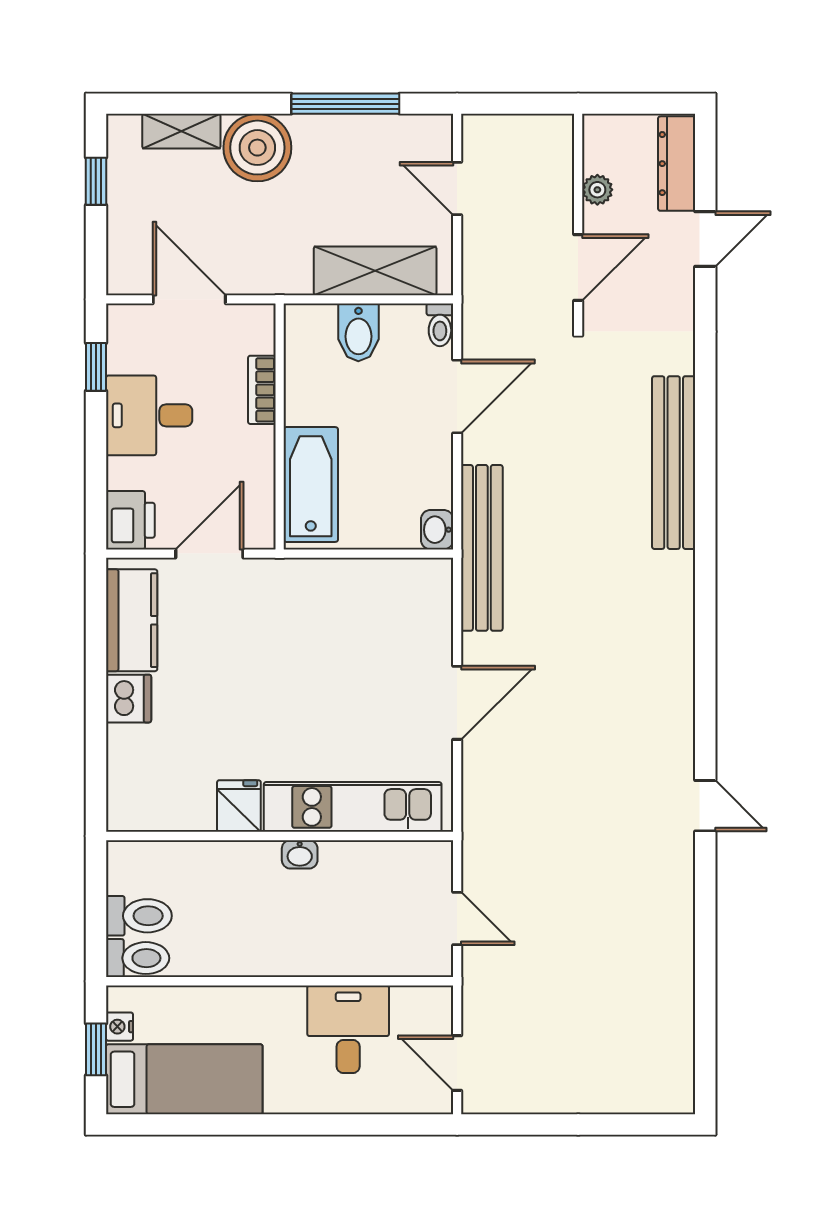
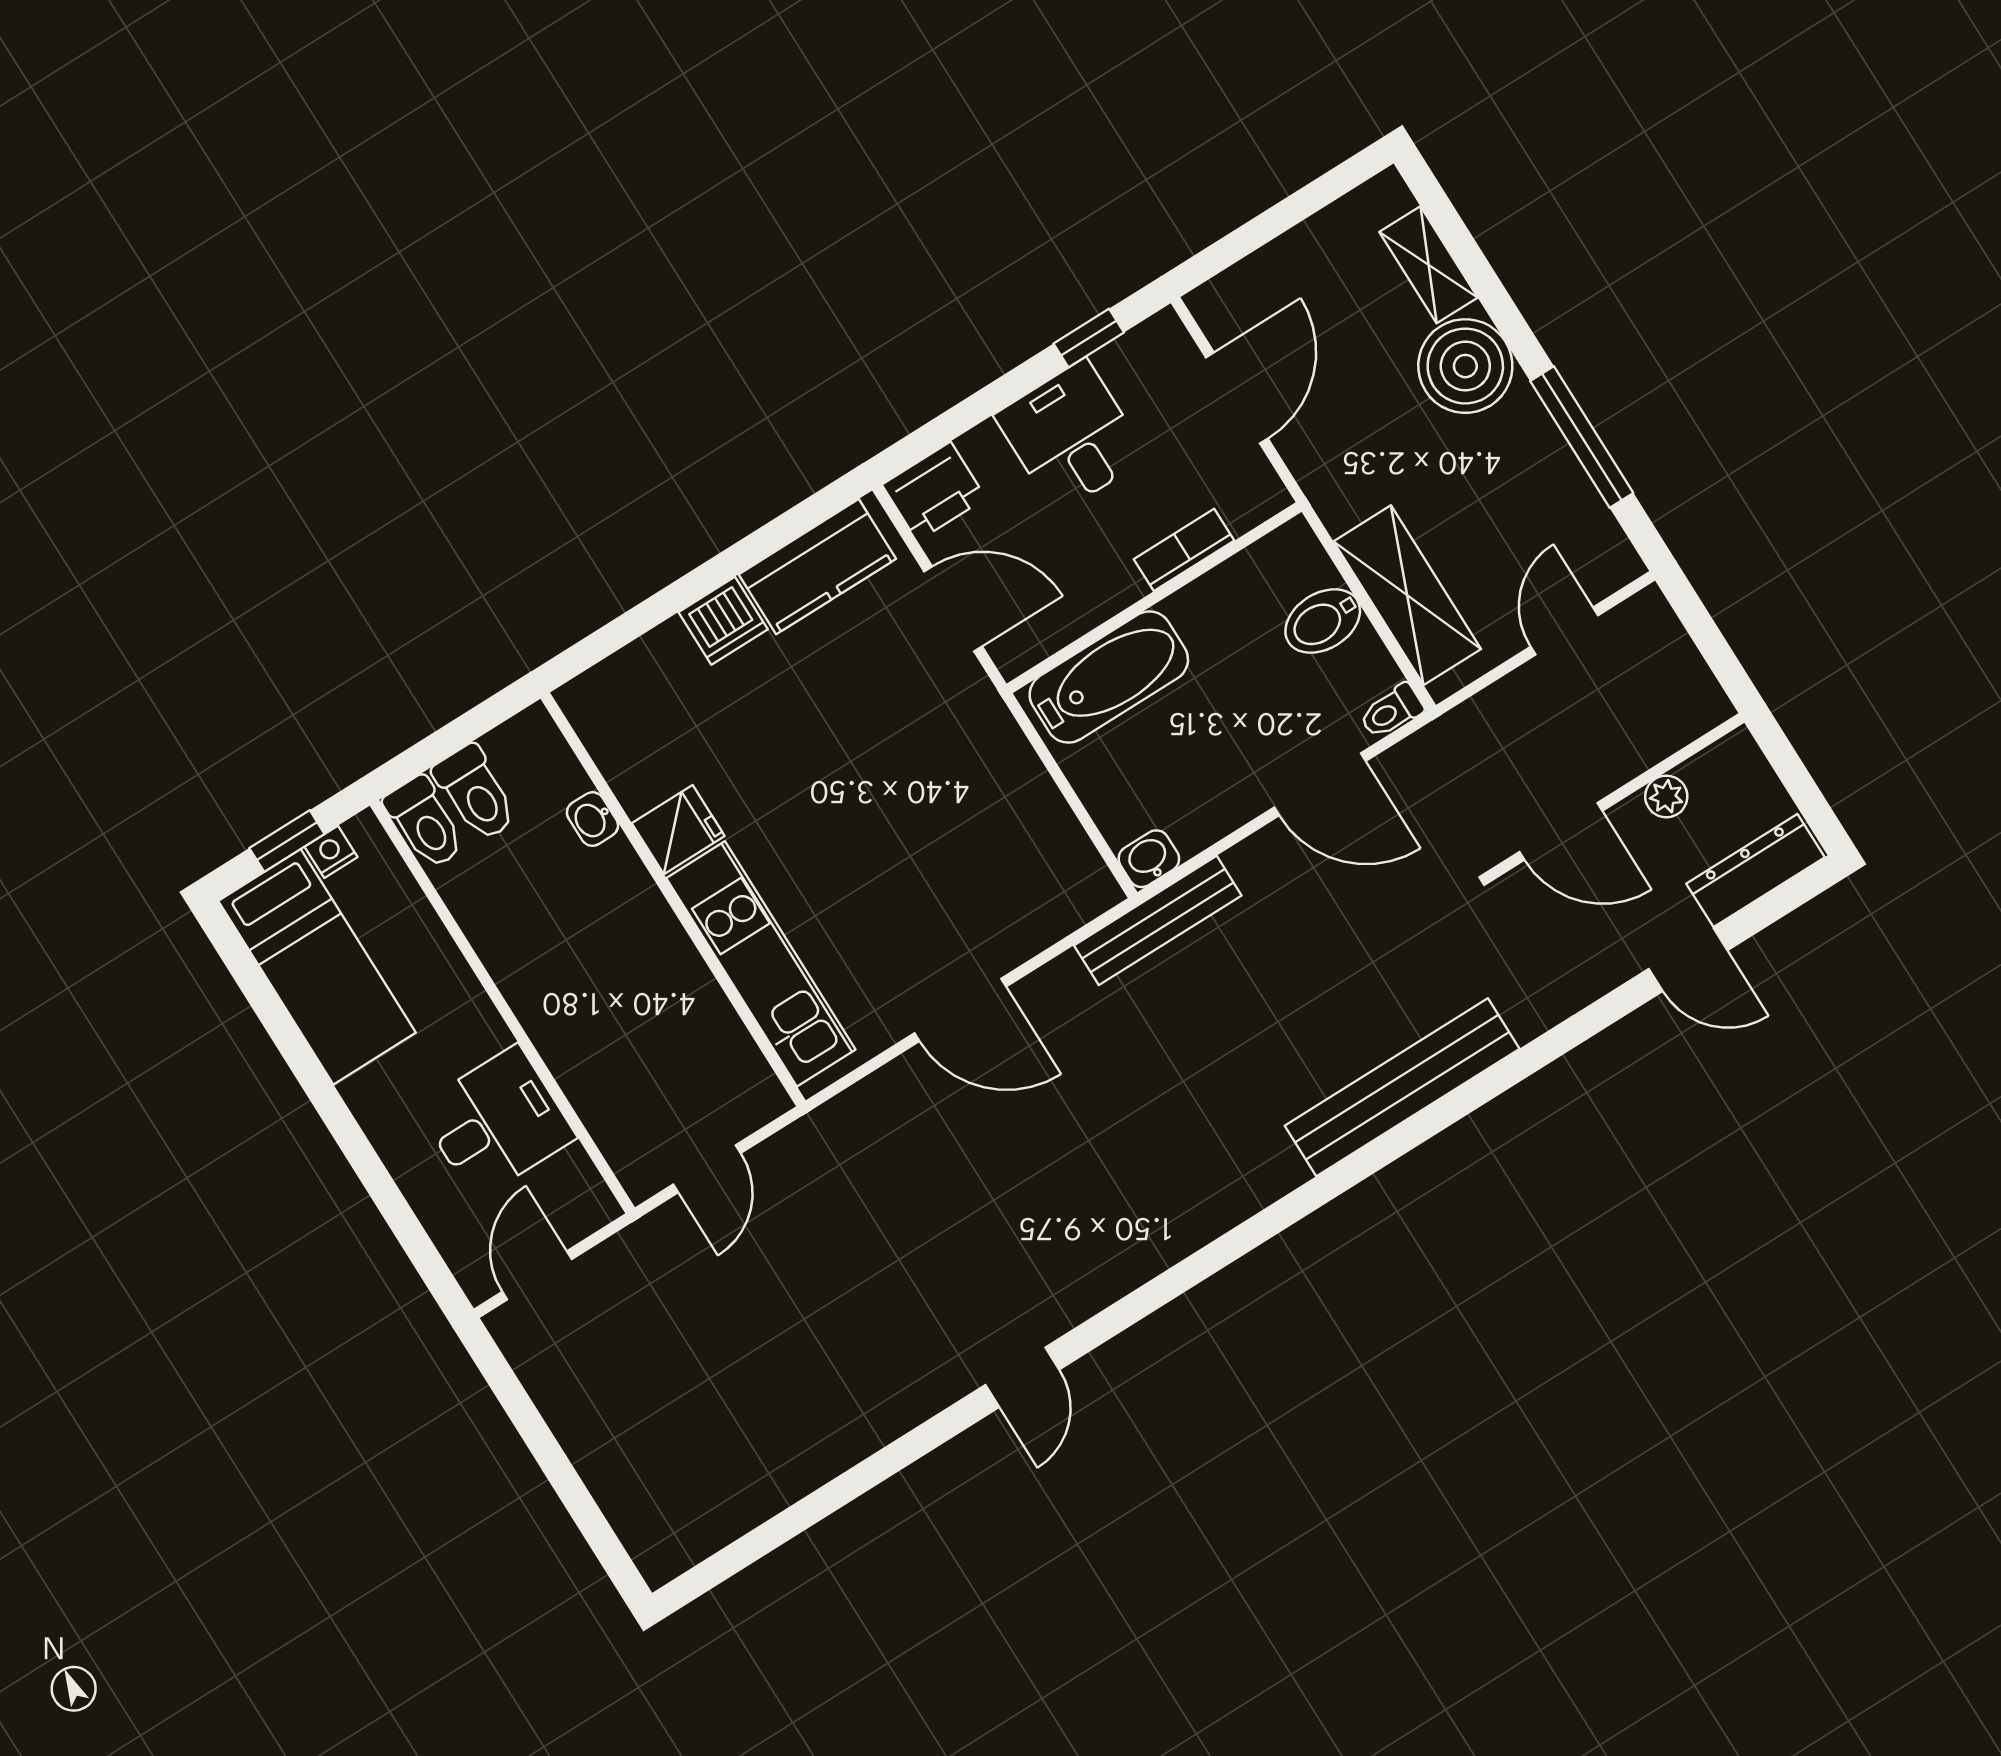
window: (96, 181) -> (1307, 201), removed
bench: (482, 548) -> (1158, 920), width x0.73, depth x0.82
washbasin: (300, 854) -> (592, 819), moved

